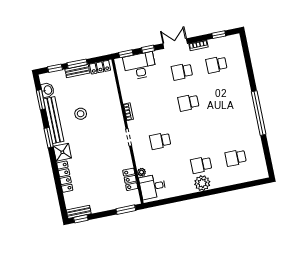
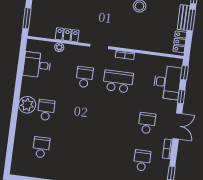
school desk: (188, 103) -> (118, 81), moved, width x1.85
locker: (130, 179) -> (67, 35), moved
desk: (153, 187) -> (37, 65), moved, turned -90

